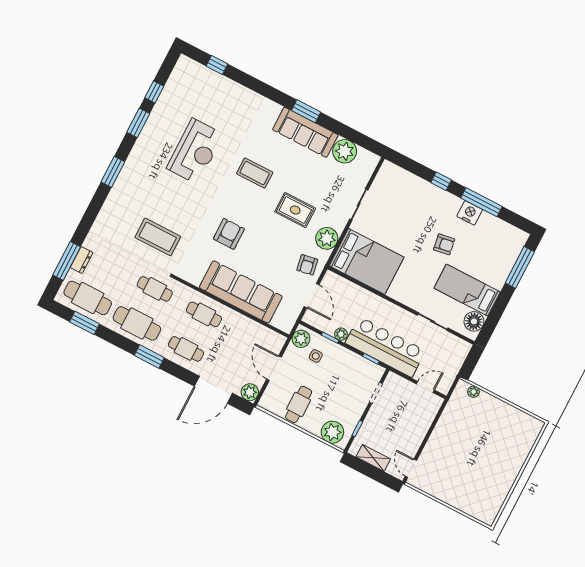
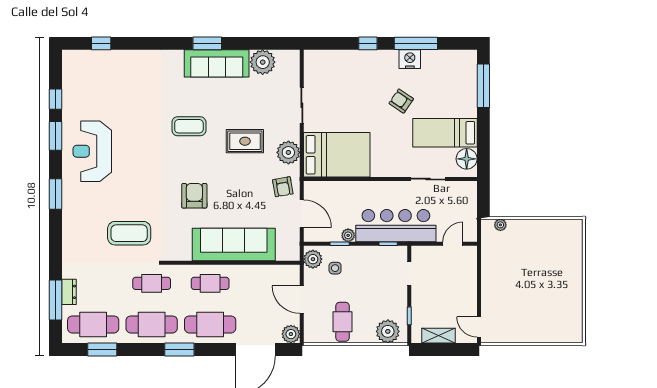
reception desk: (195, 151) -> (92, 151), moved, turned 180
armchair: (444, 244) -> (401, 101), turned -137
cafe table: (186, 349) -> (210, 324), width x1.37, depth x1.35

